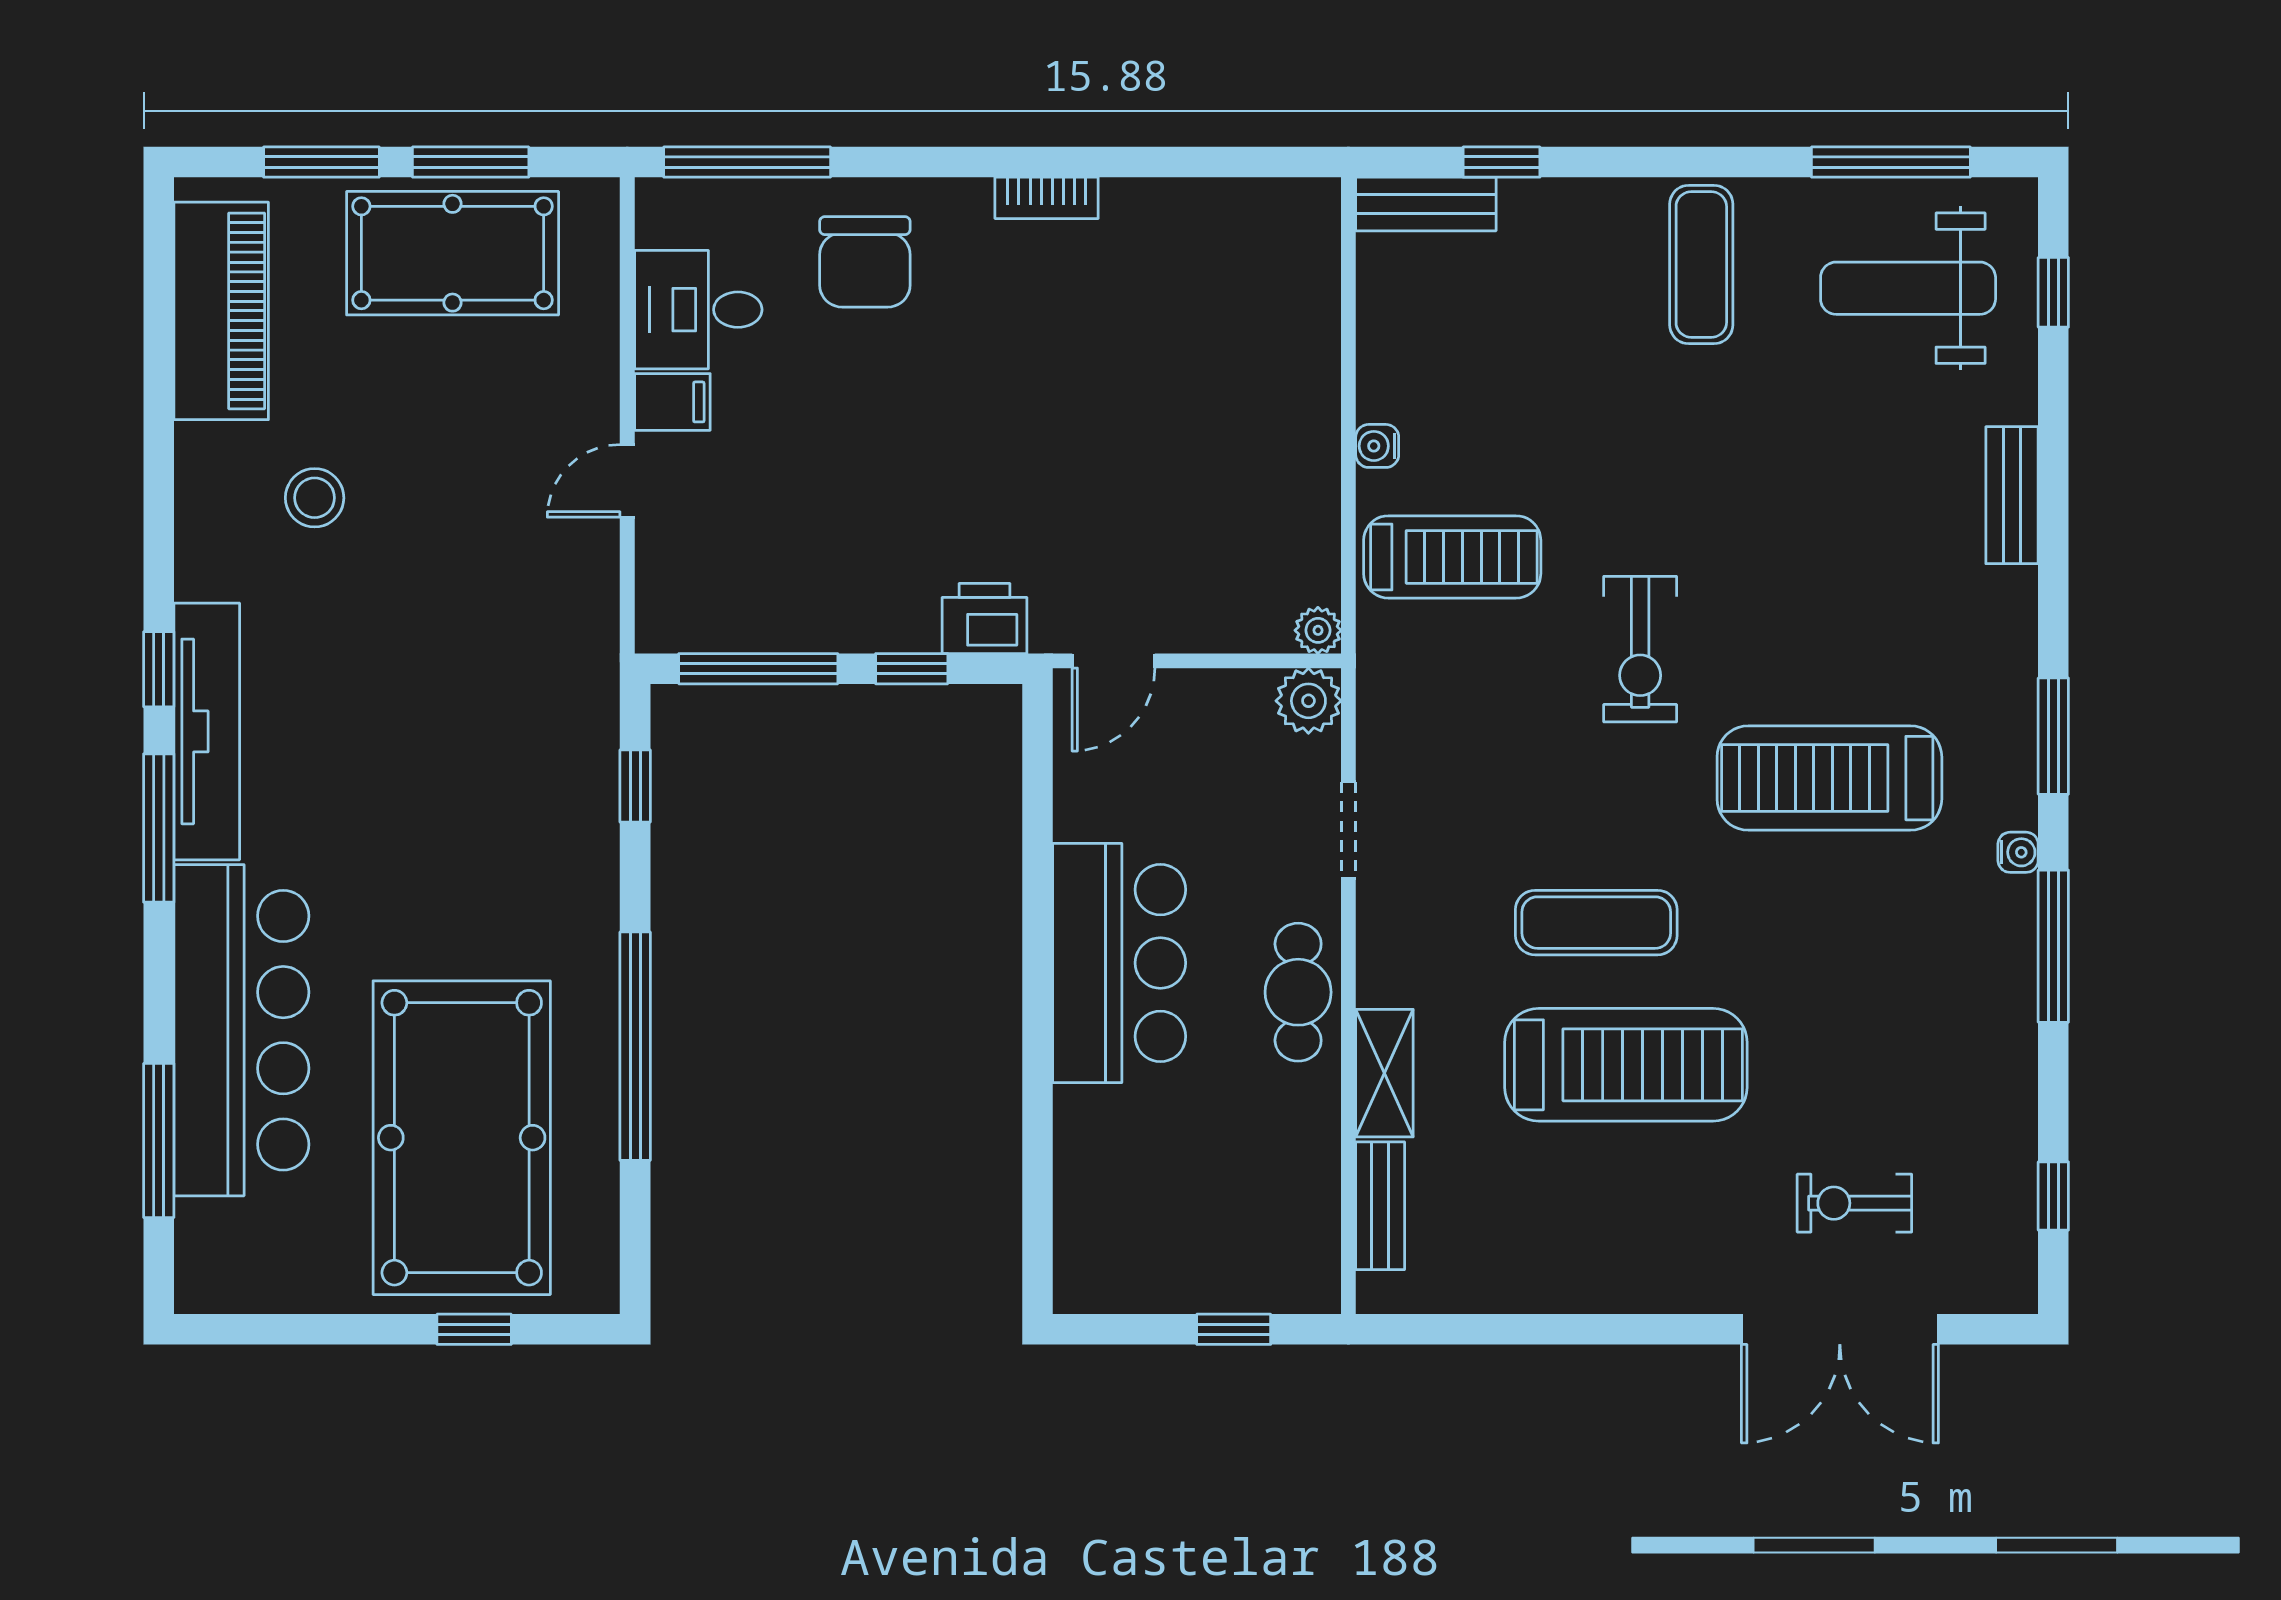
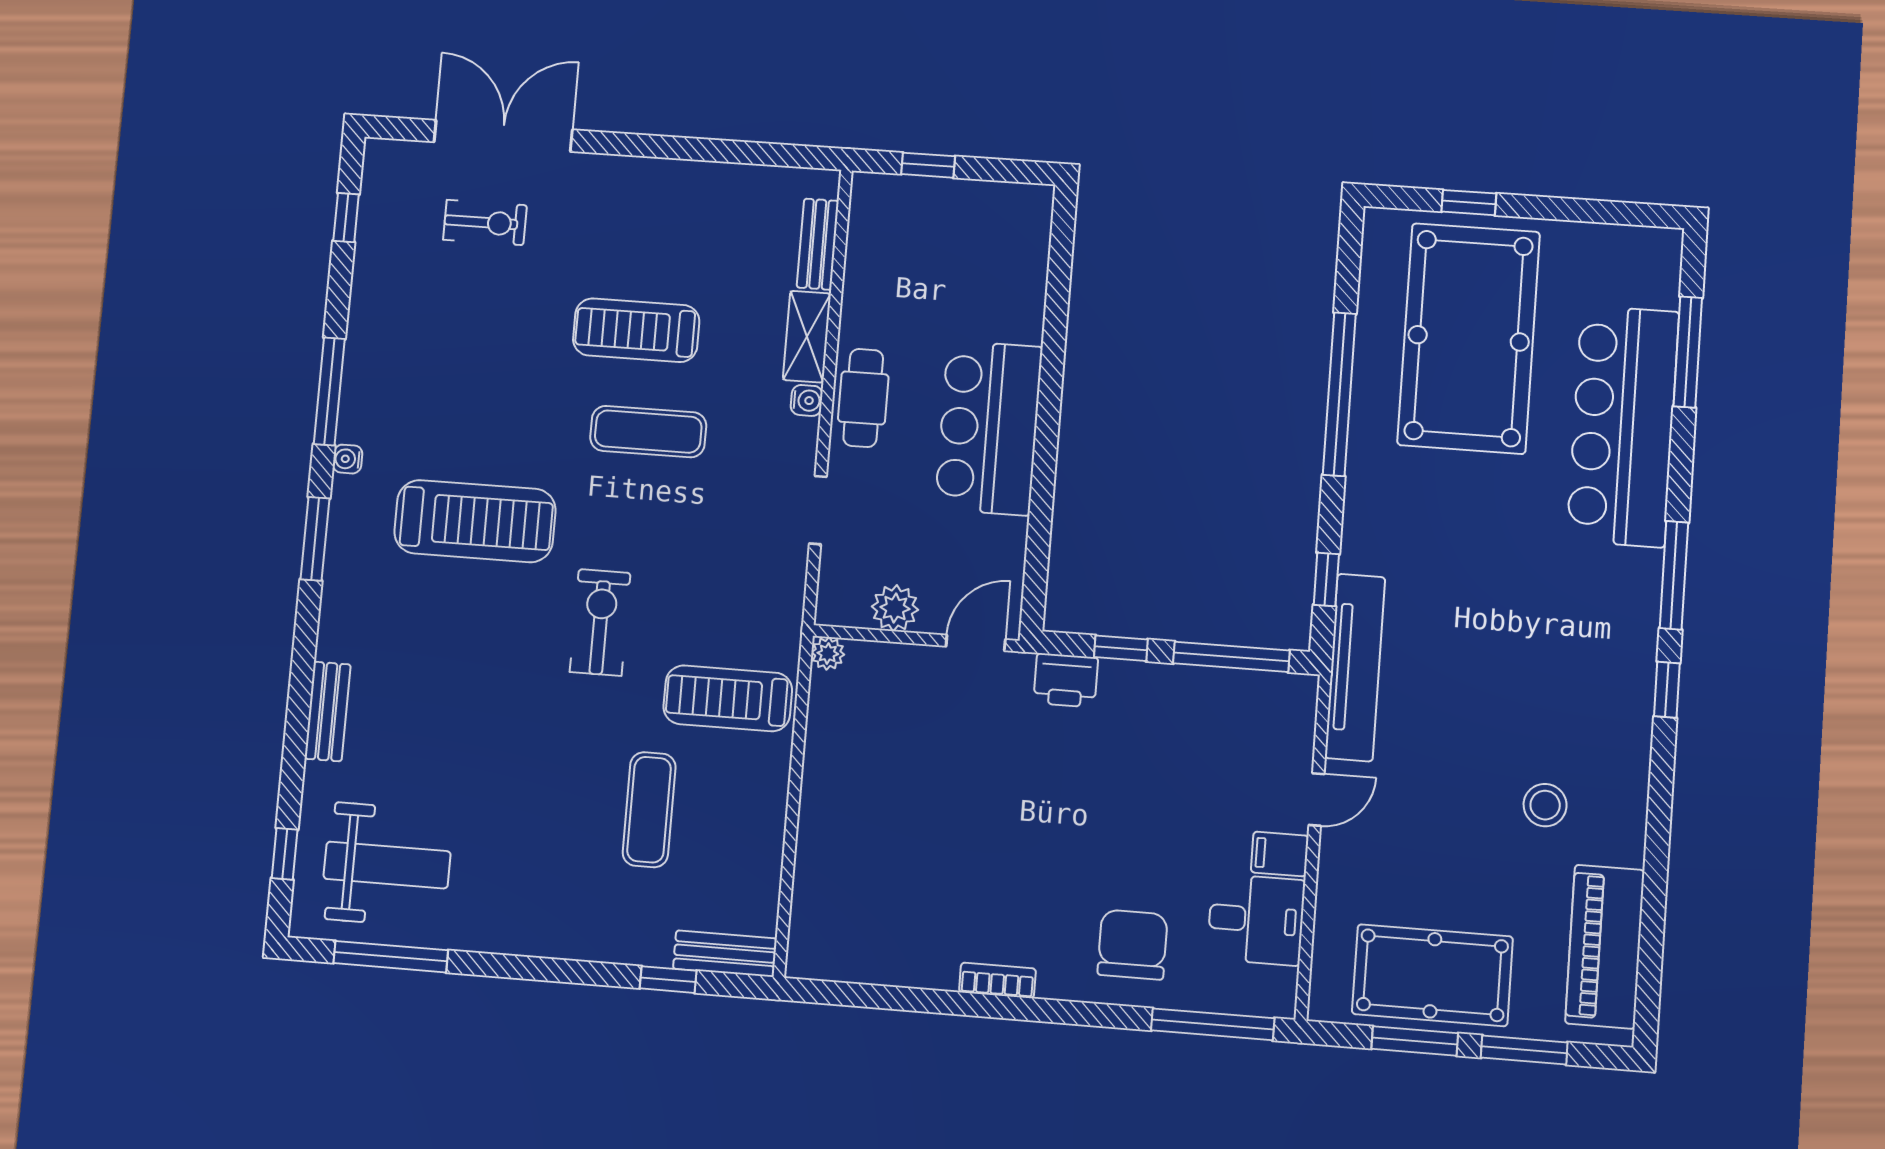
exercise mat: (1701, 264) -> (649, 810), moved
water cooler: (1377, 446) -> (807, 400), moved
plant: (1308, 701) -> (895, 608), moved
tv unit: (207, 731) -> (1355, 668), moved, turned 180
treadmill: (1626, 1065) -> (636, 330), width x0.73, depth x0.73

